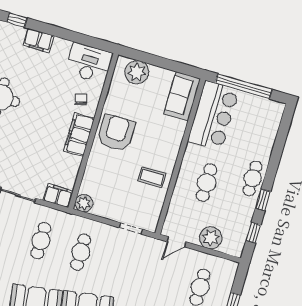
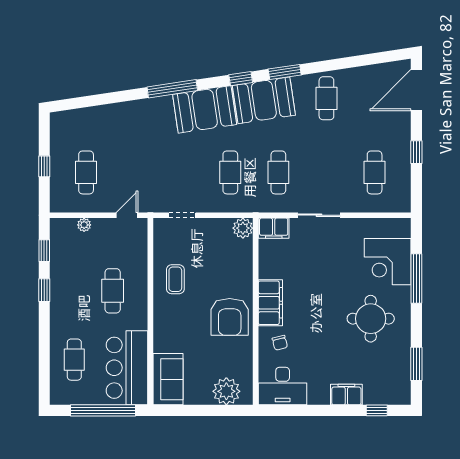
coffee table: (152, 177) -> (175, 279), turned 90
cafe table: (253, 178) -> (74, 360), moved
plant: (211, 238) -> (84, 225), width x0.53, depth x0.53

